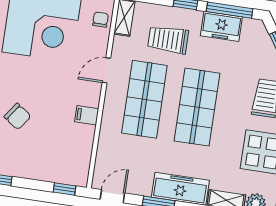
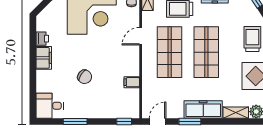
filing cabinet: (87, 115) -> (132, 82), moved

